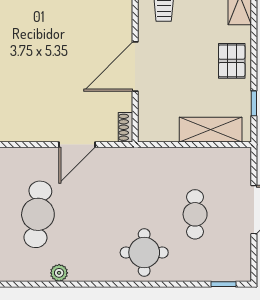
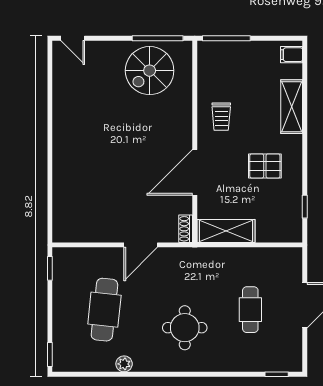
pallet: (232, 61) -> (265, 166), moved, turned 90
shelving: (211, 130) -> (226, 231), moved
round table: (144, 252) -> (185, 328), moved

